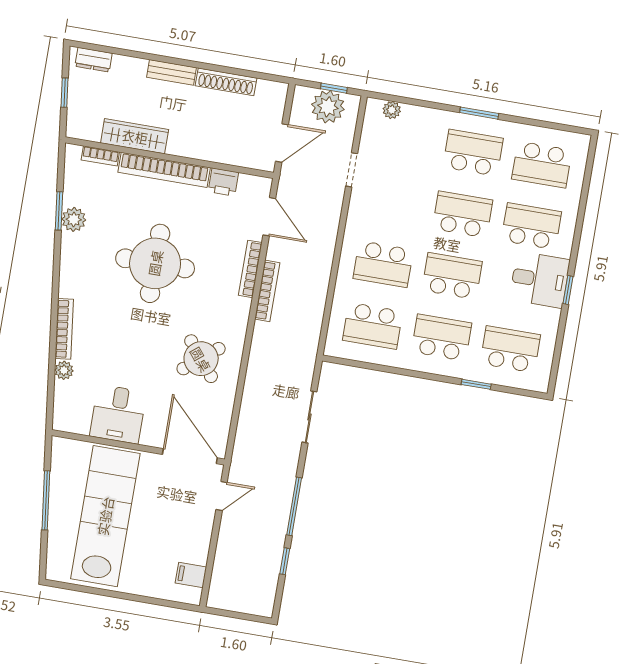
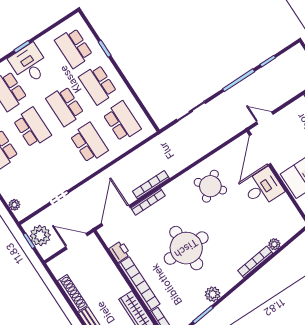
school desk: (462, 214) -> (32, 128), turned 180
door: (269, 217) -> (116, 215), width x1.36
plant: (74, 219) -> (213, 294), moved
desk: (118, 414) -> (263, 188), moved

